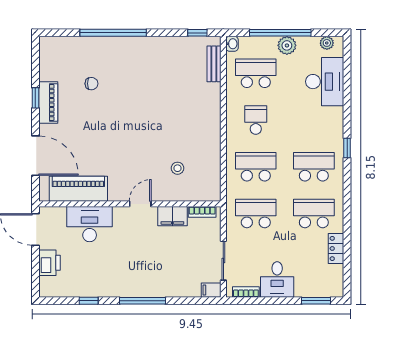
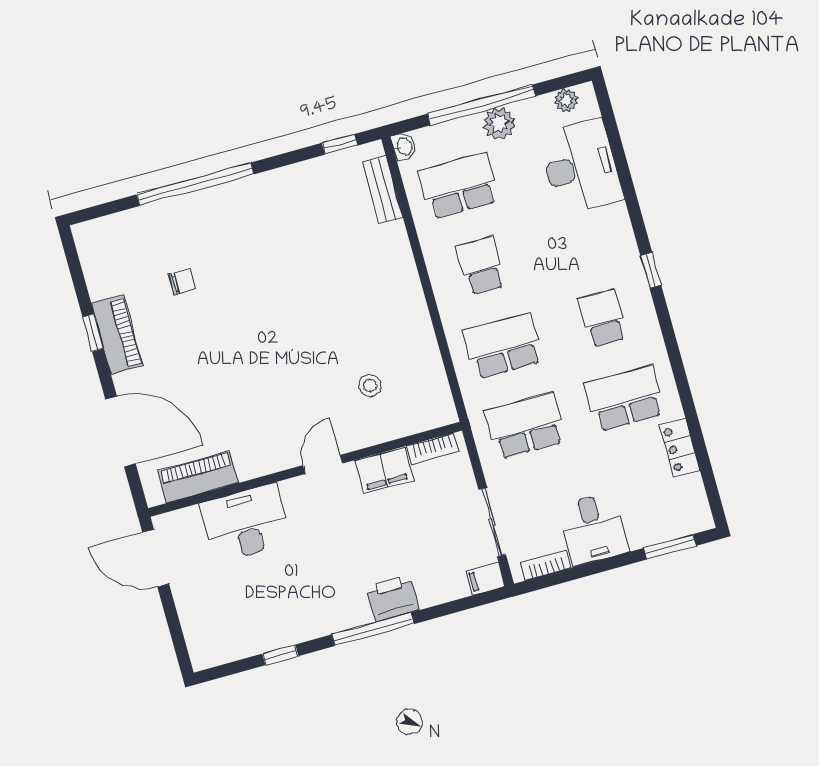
school desk: (314, 167) -> (603, 318), width x0.54
piano: (78, 189) -> (198, 477), width x0.73, depth x0.75
printer: (49, 263) -> (393, 598), moved, turned -90

